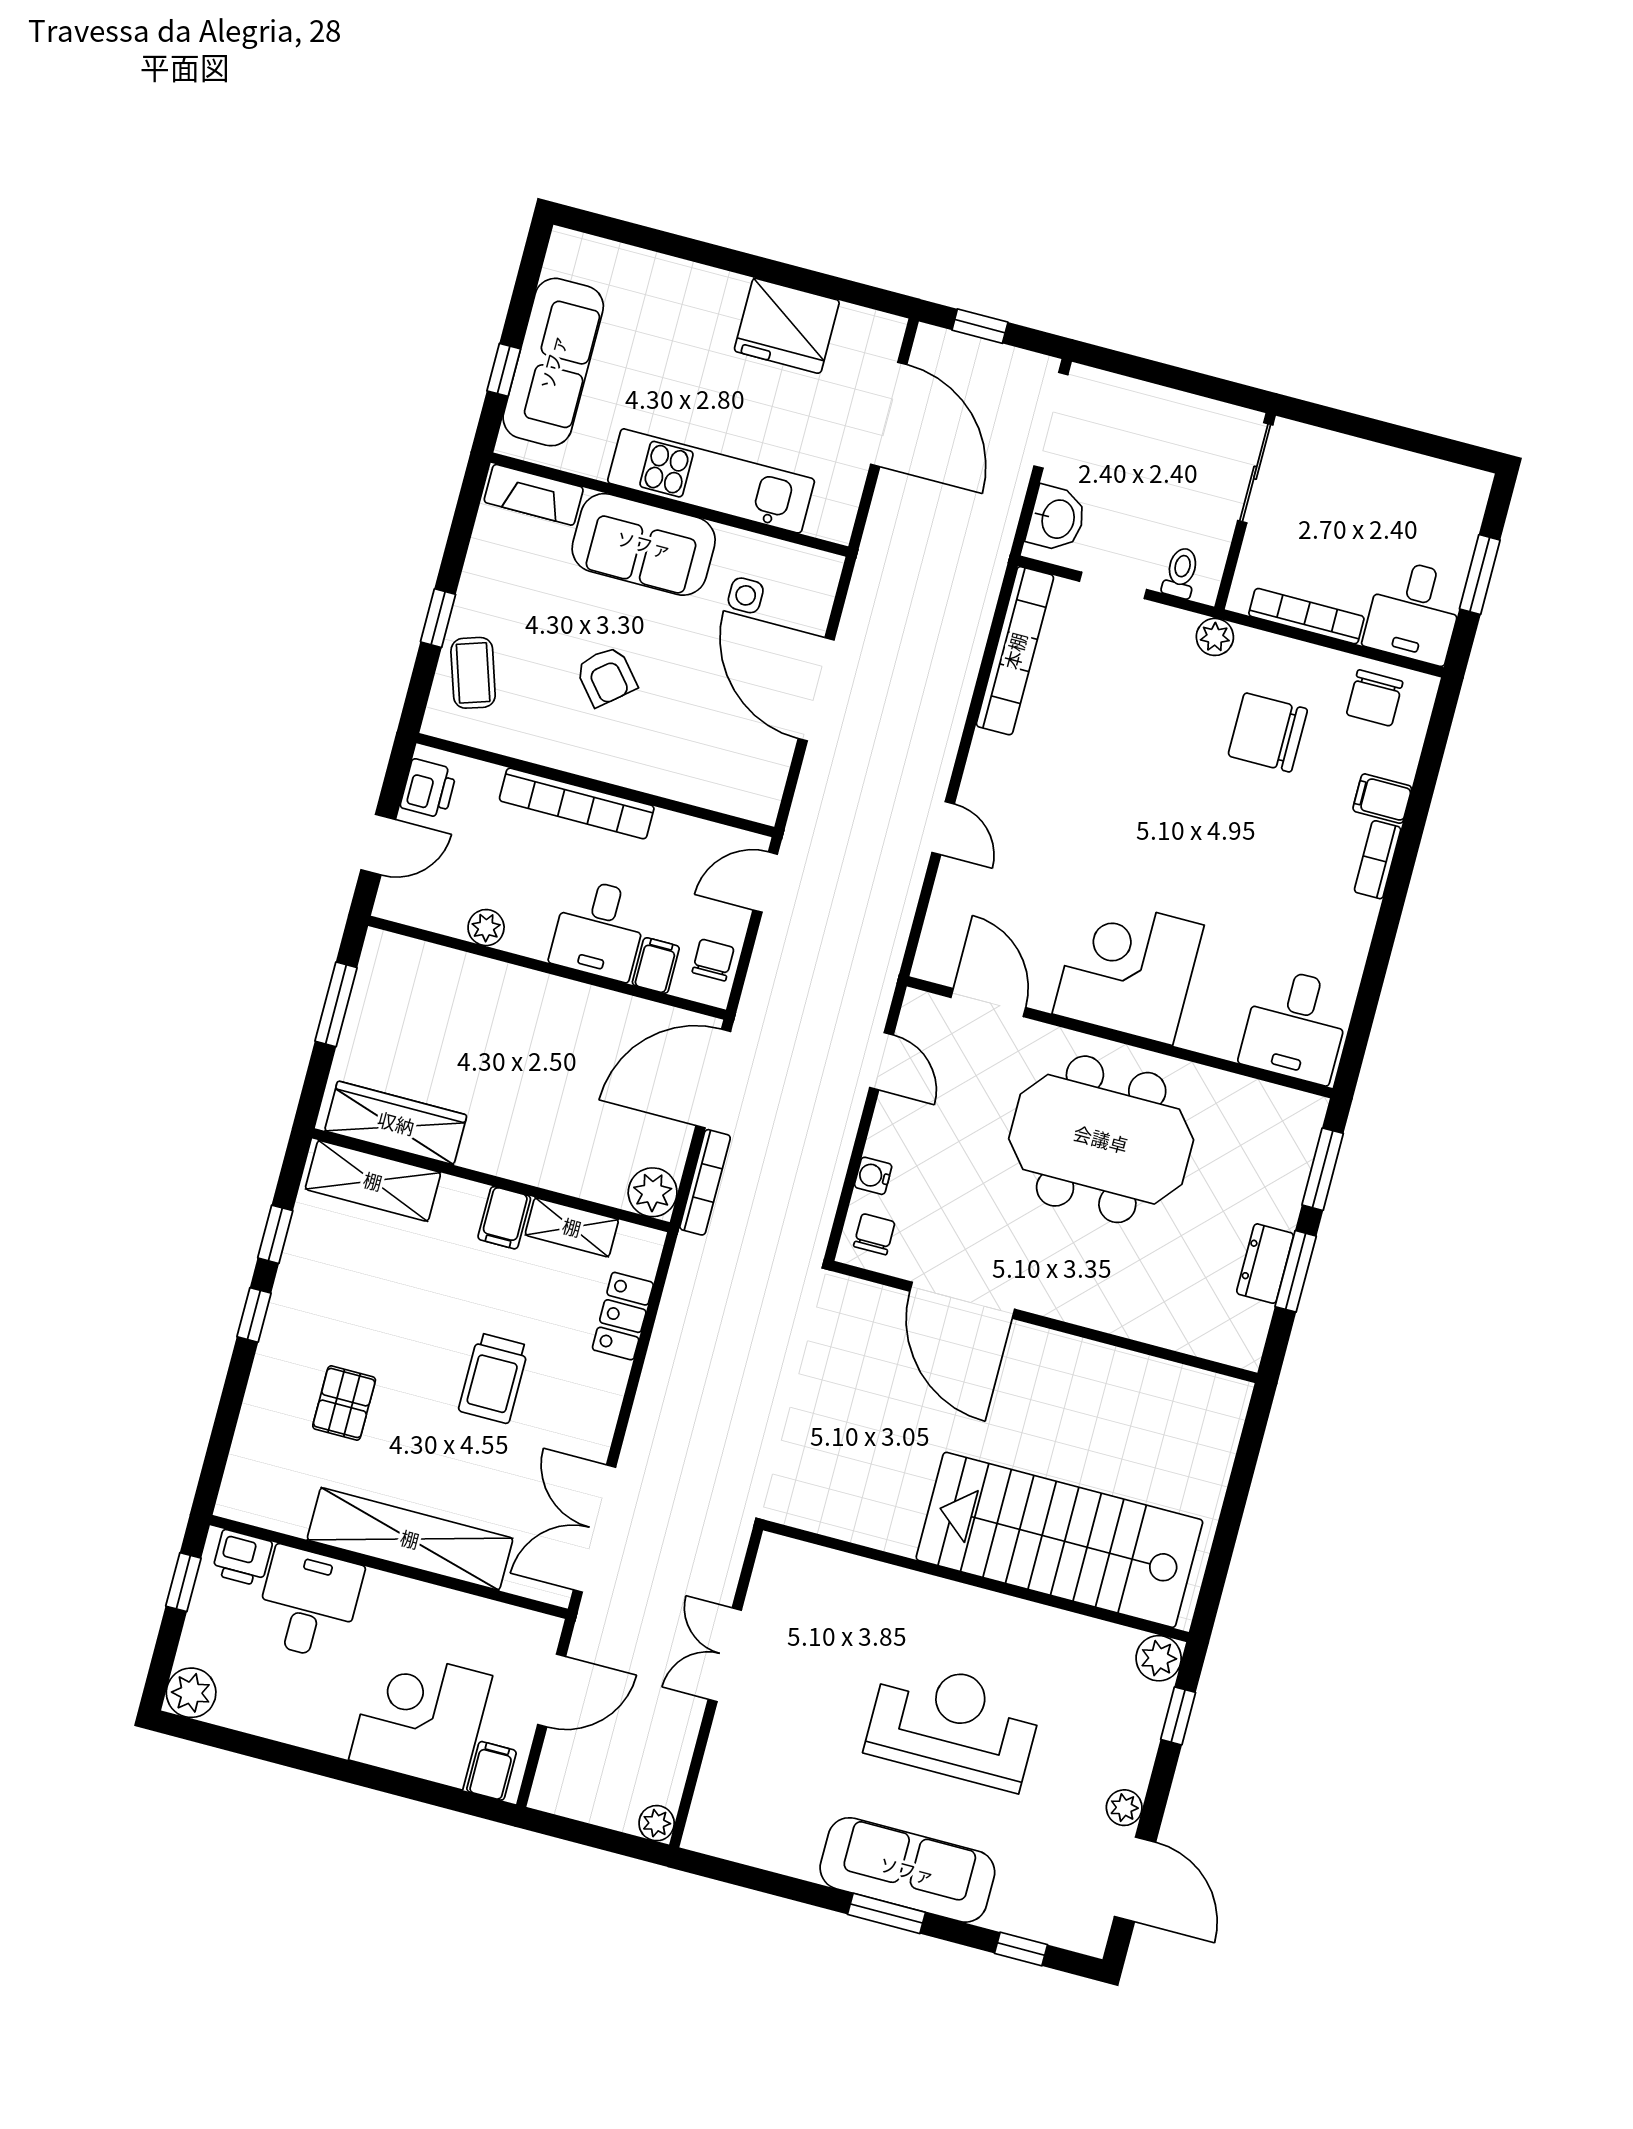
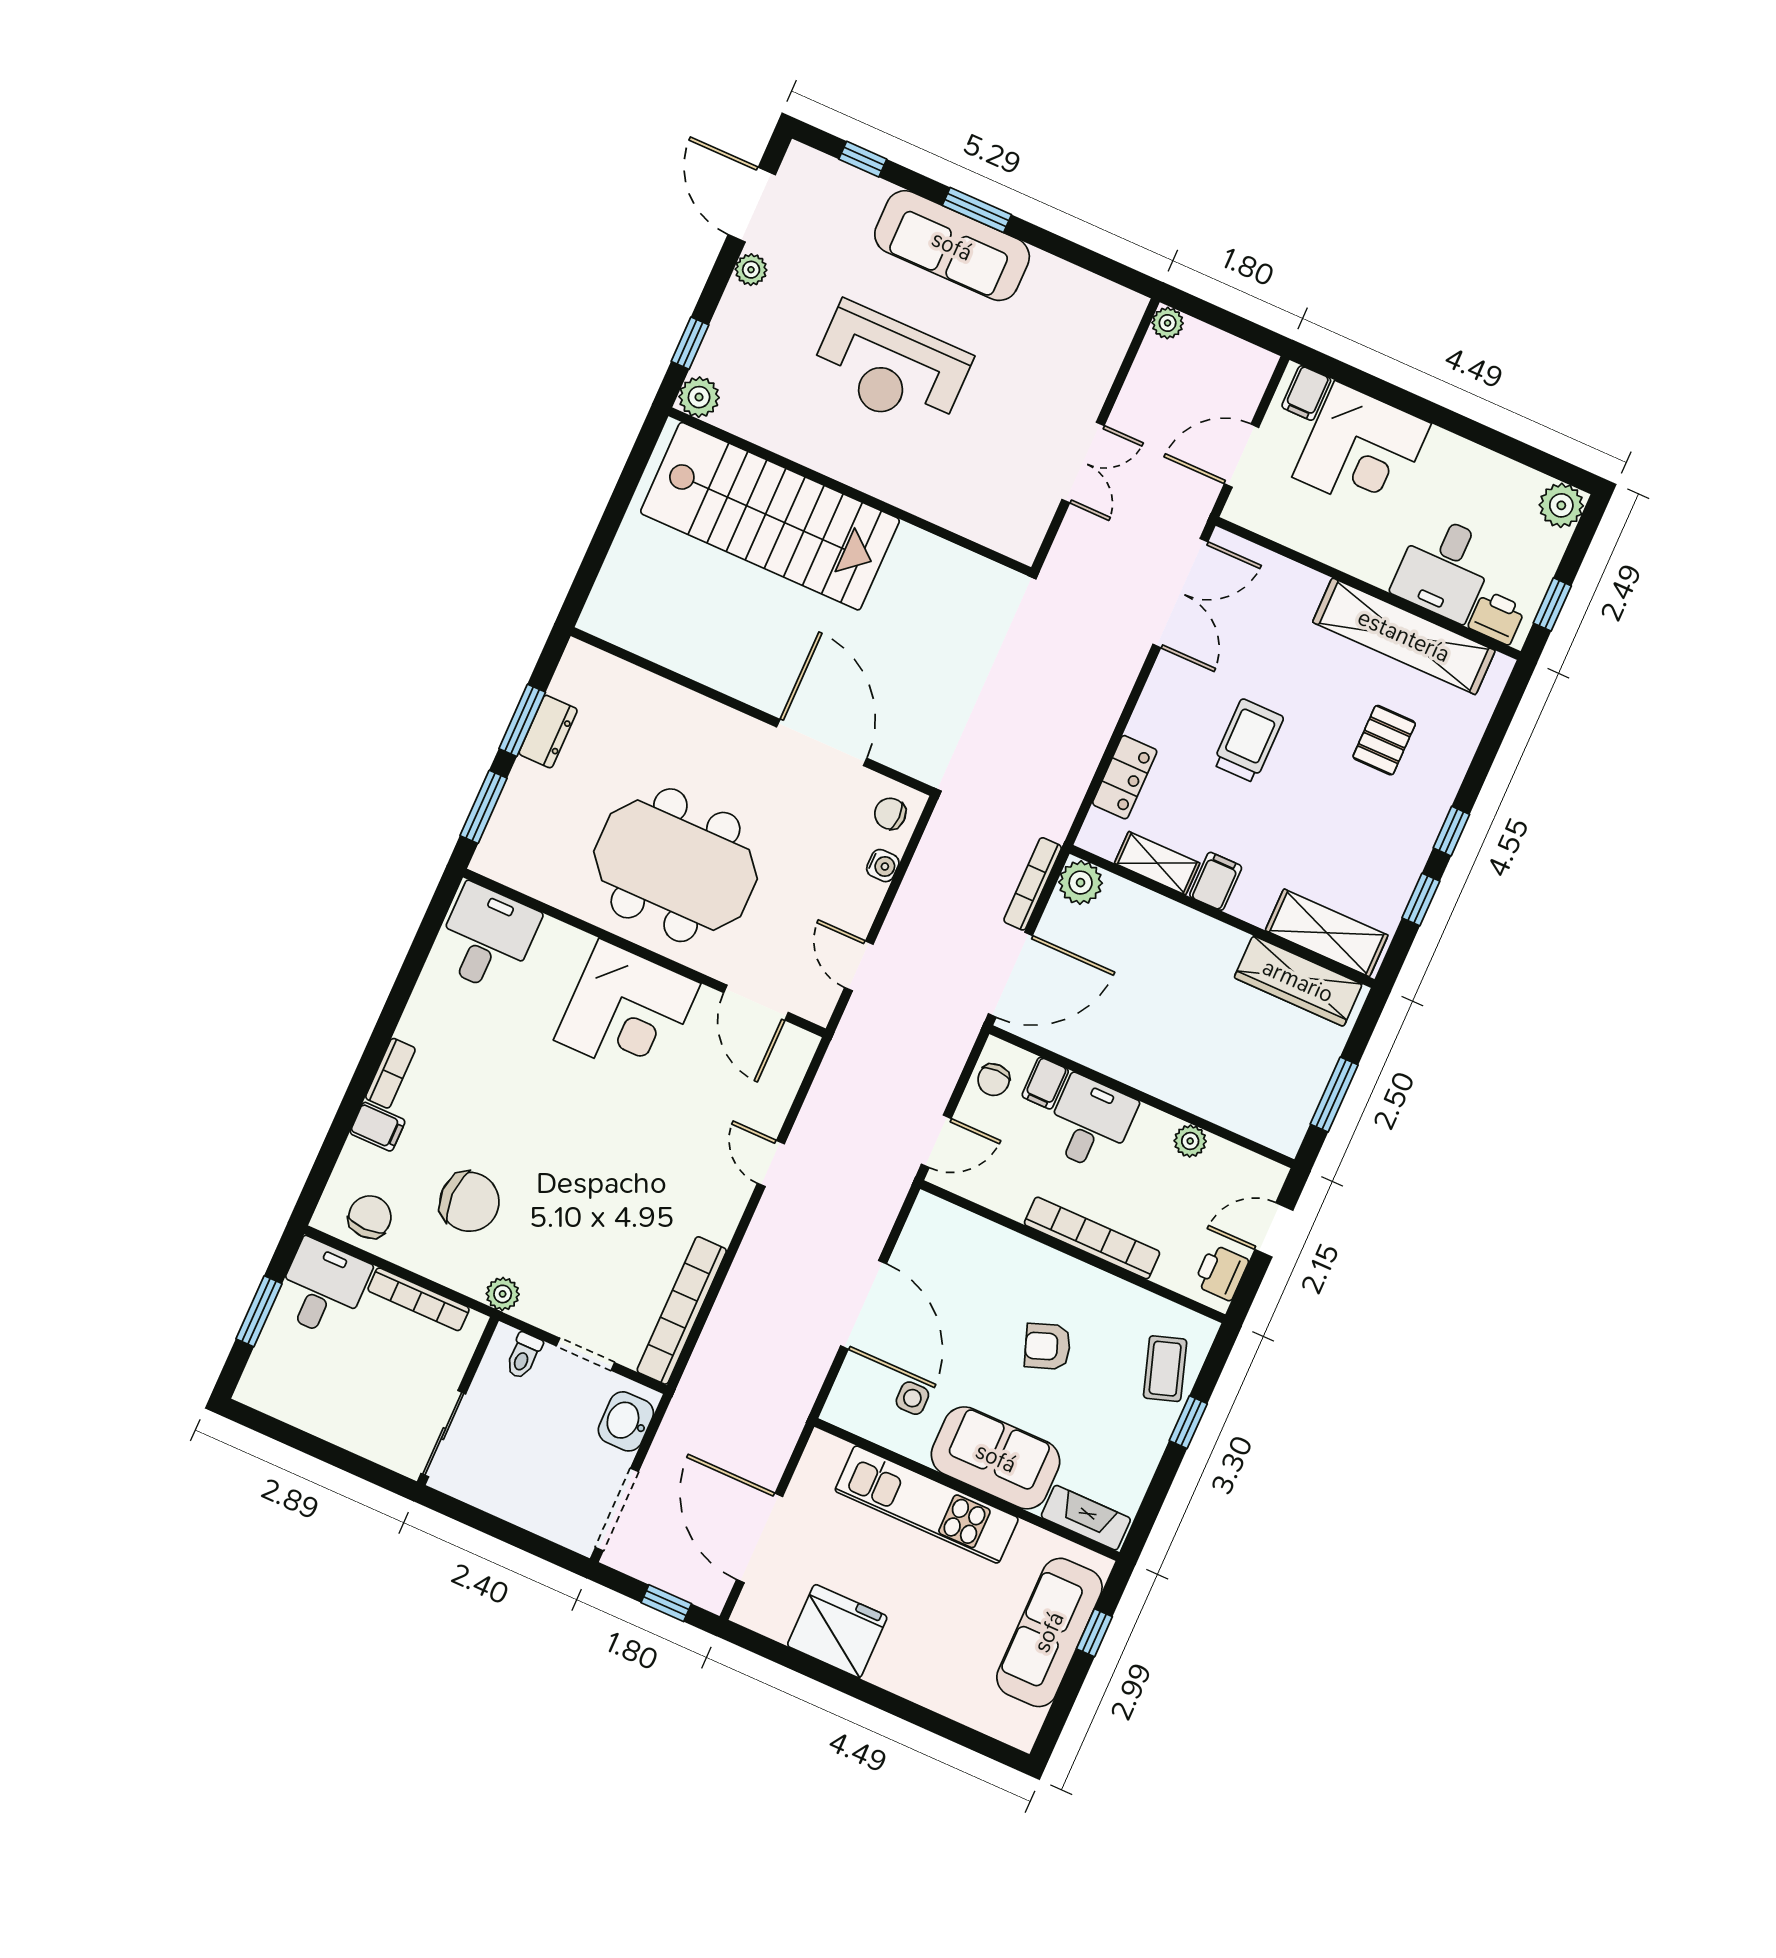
armchair: (606, 676) -> (1048, 1346), turned -70
chair: (874, 1234) -> (890, 814), turned 90
shelving: (410, 1539) -> (1404, 636), moved

